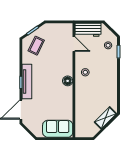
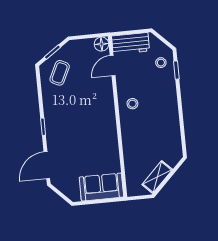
door: (74, 44) -> (113, 66), swing flipped
tv unit: (27, 81) -> (51, 125), removed
floor lamp: (68, 81) -> (101, 44), moved
shelving: (105, 118) -> (157, 177), moved

